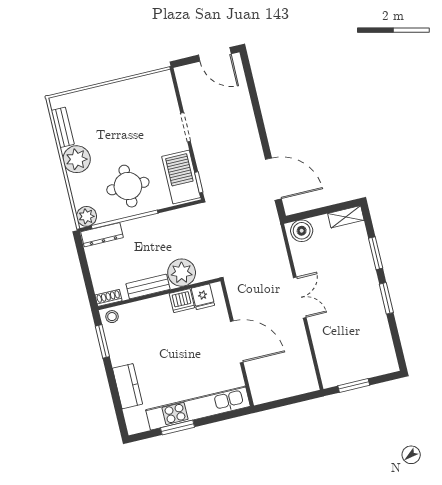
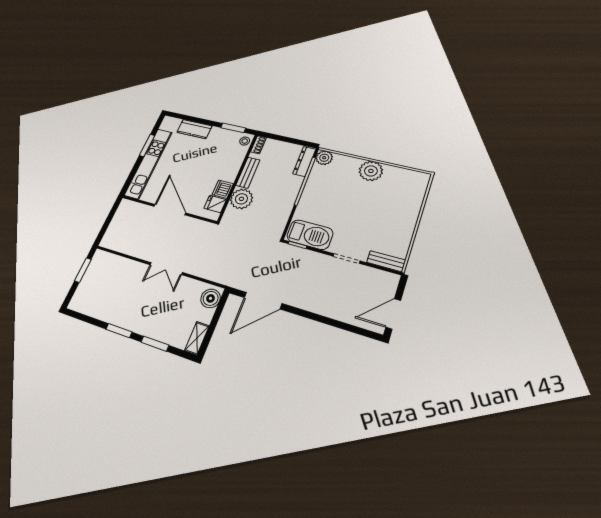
bench: (63, 127) -> (386, 261), moved
round table: (128, 186) -> (328, 195), removed
door: (237, 342) -> (170, 210), swing flipped

